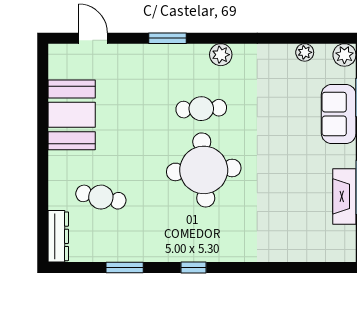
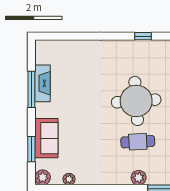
plant: (221, 55) -> (139, 178), moved

